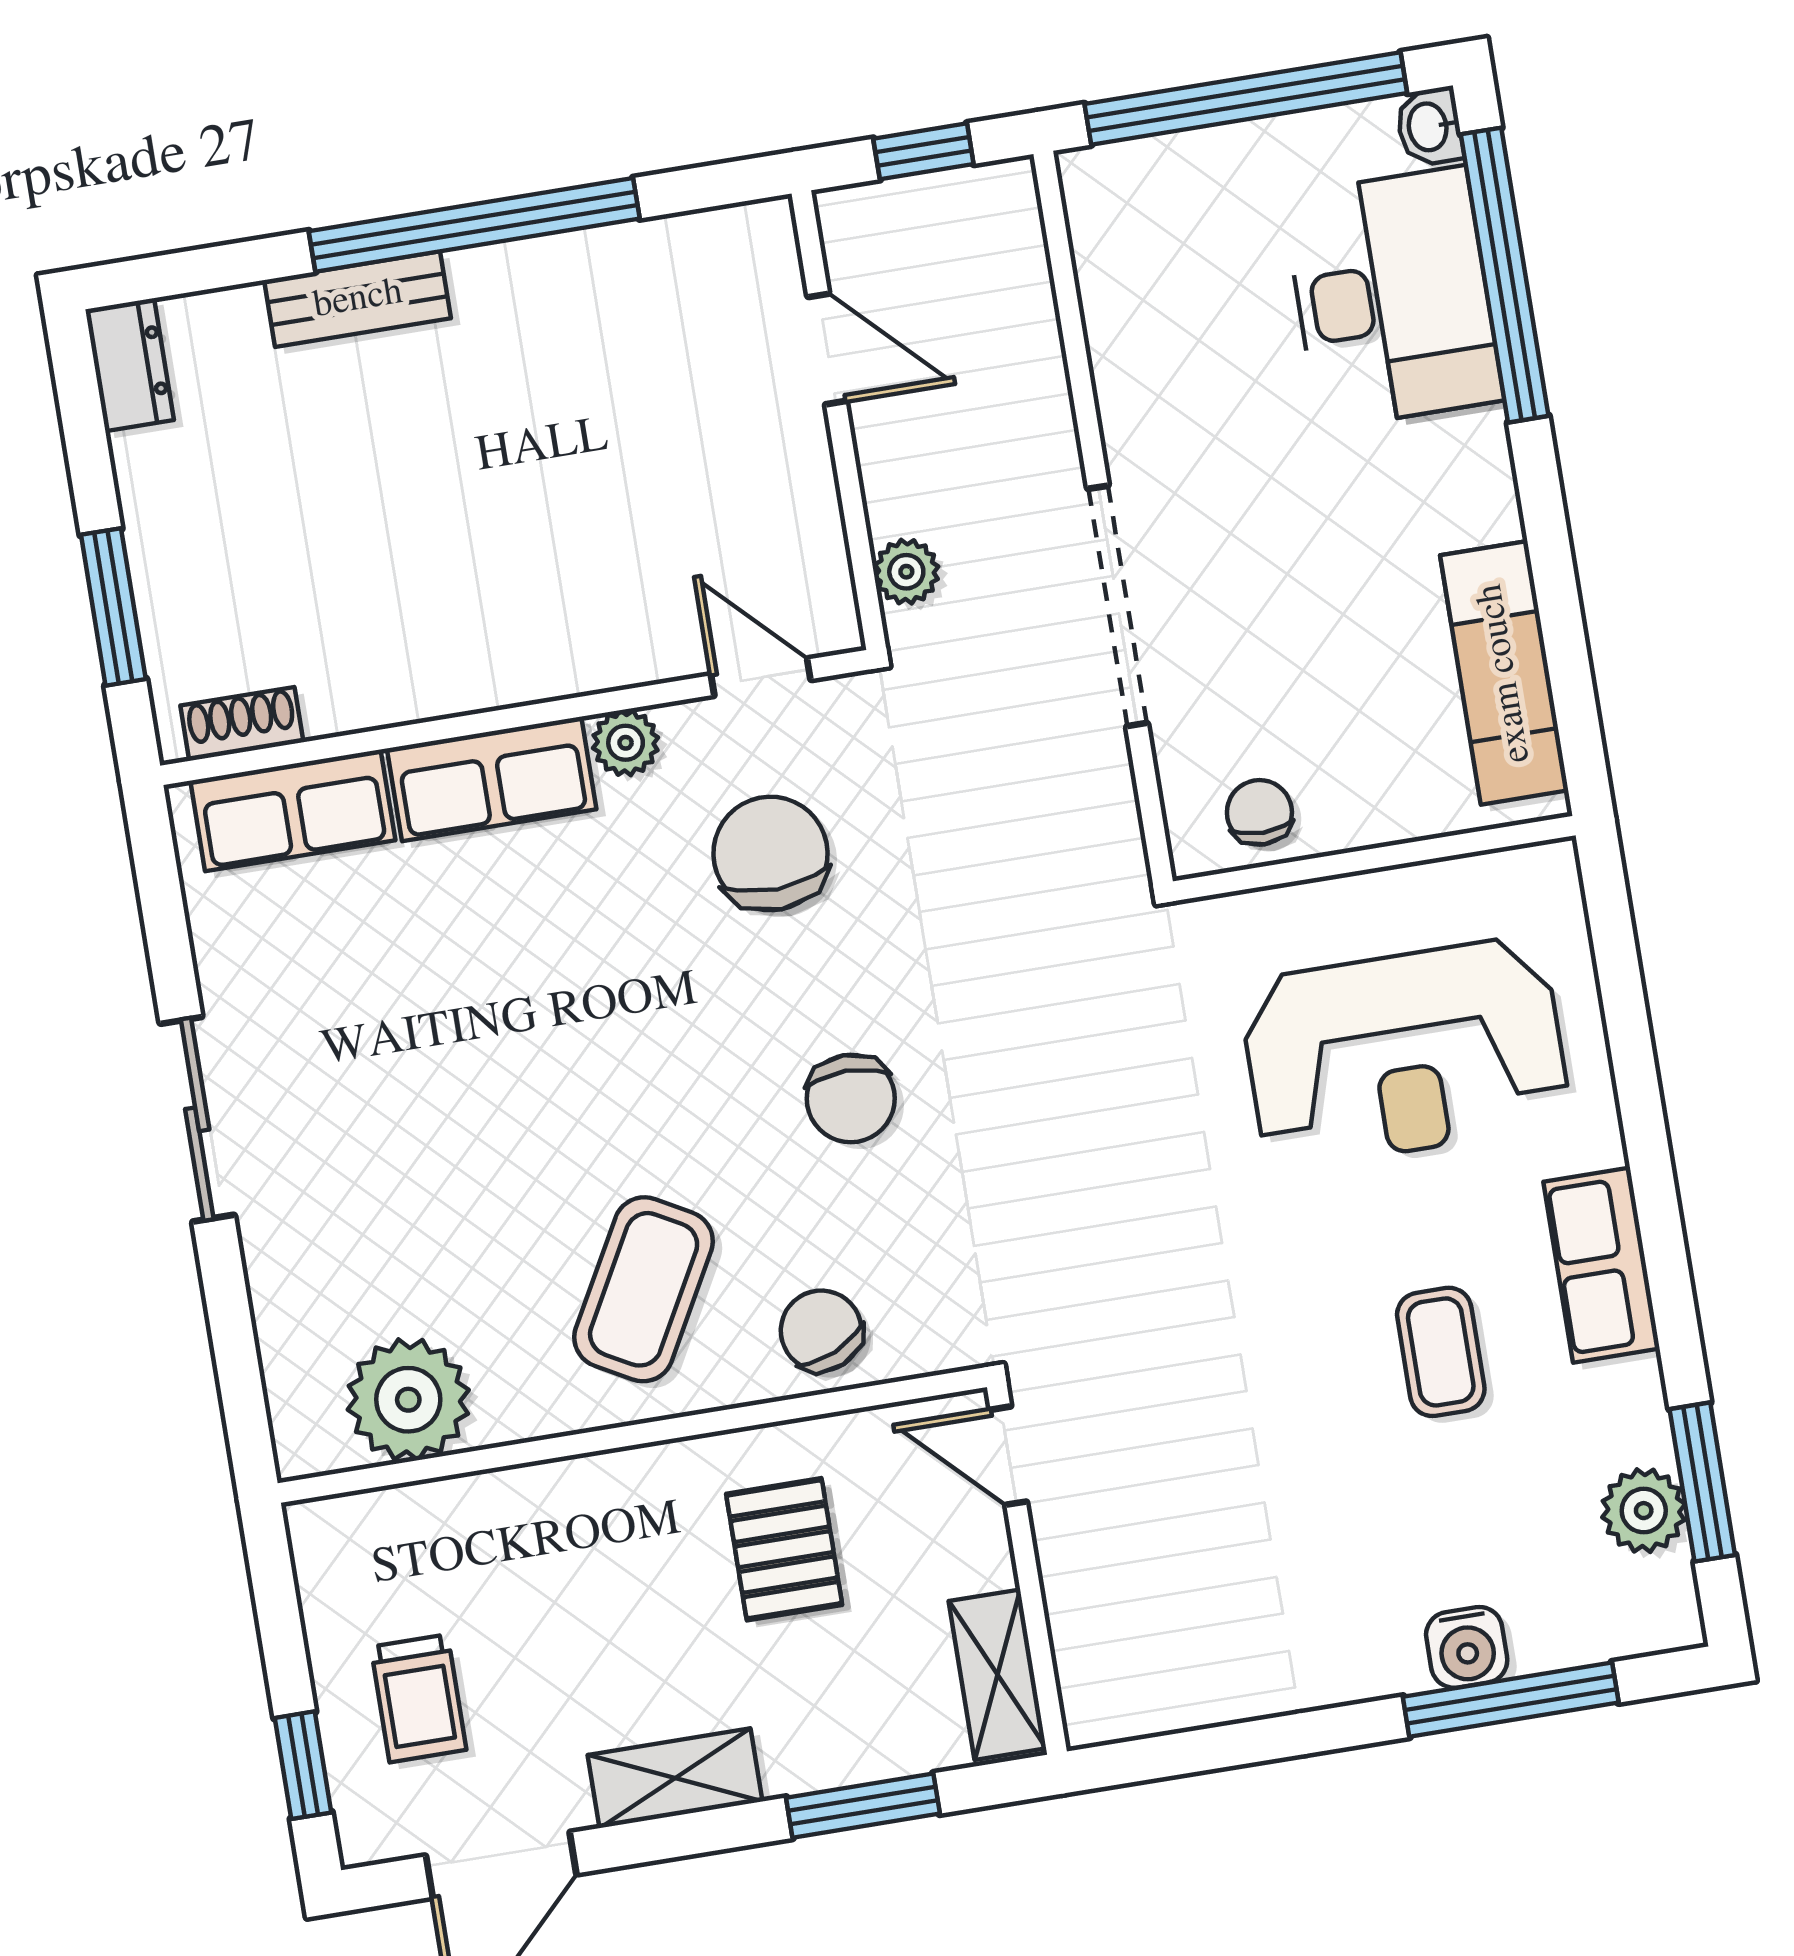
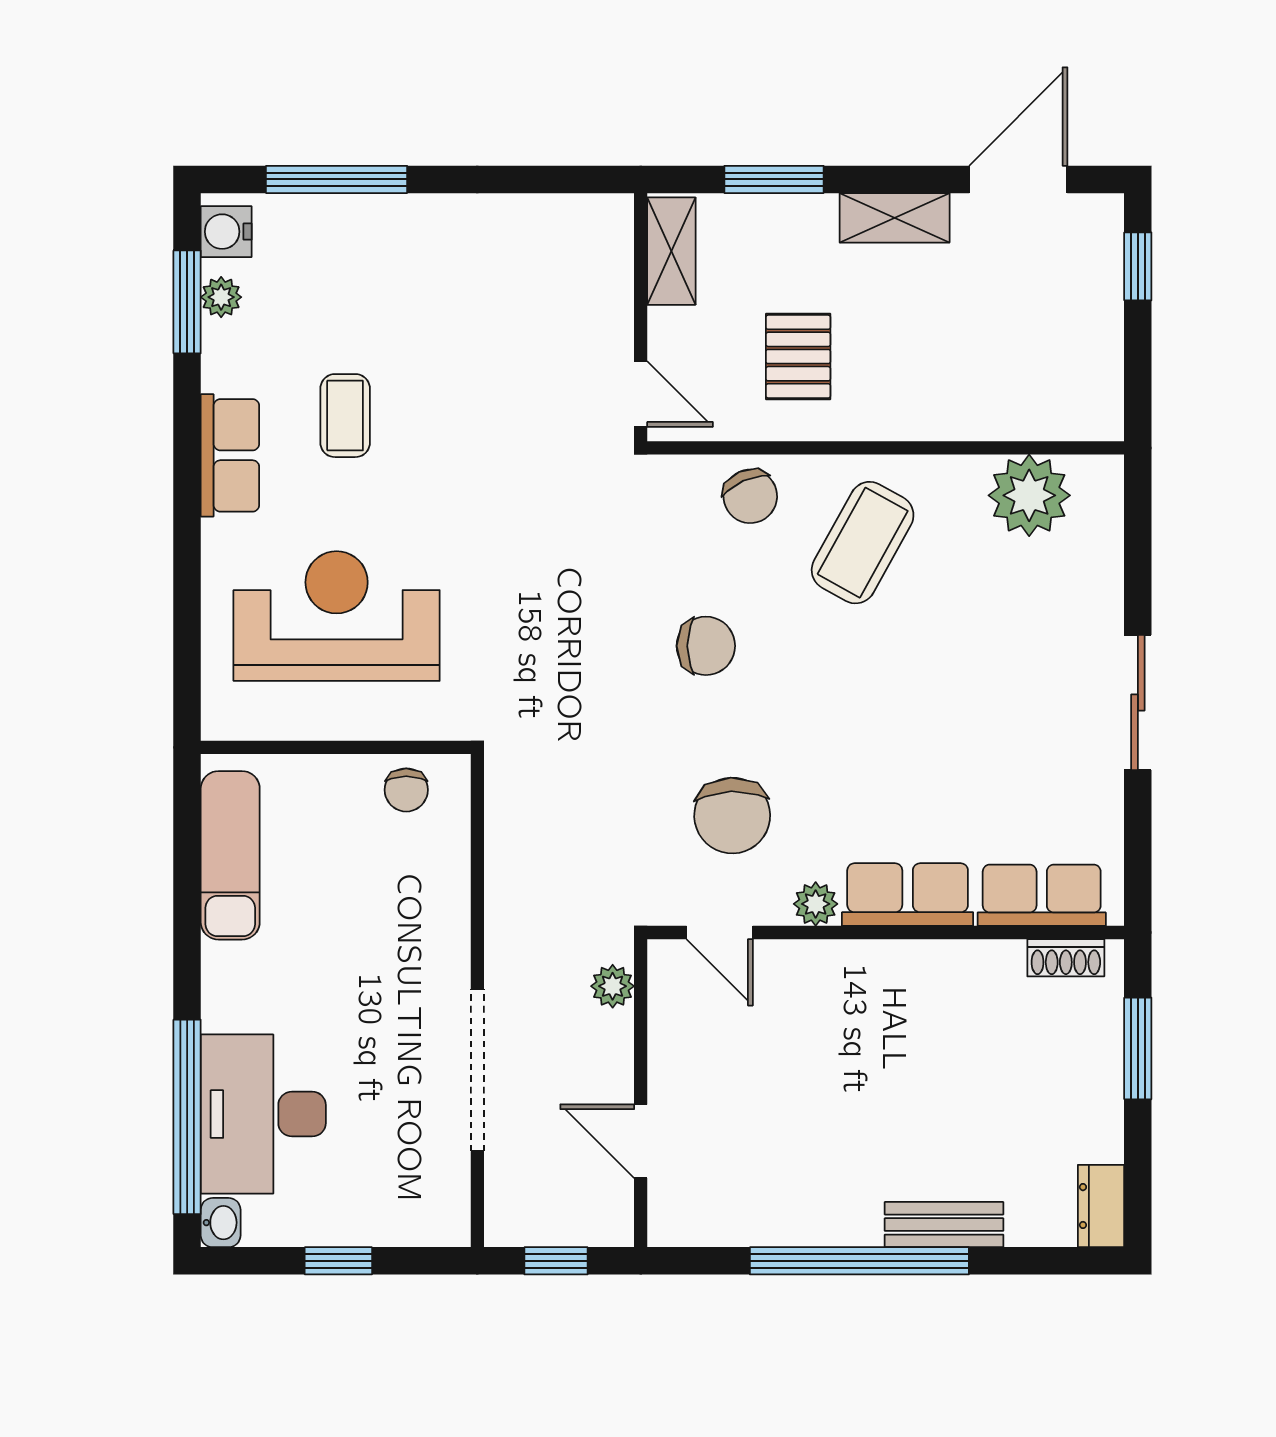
window: (1246, 98) -> (338, 1261), width x0.32
doorway: (1118, 606) -> (477, 1070), moved
chair: (851, 1098) -> (706, 646), turned 90
plant: (1644, 1511) -> (221, 297), width x0.73, depth x0.73
water cooler: (1467, 1647) -> (226, 232), moved, turned -90
trolley: (419, 1698) -> (1055, 298), removed

